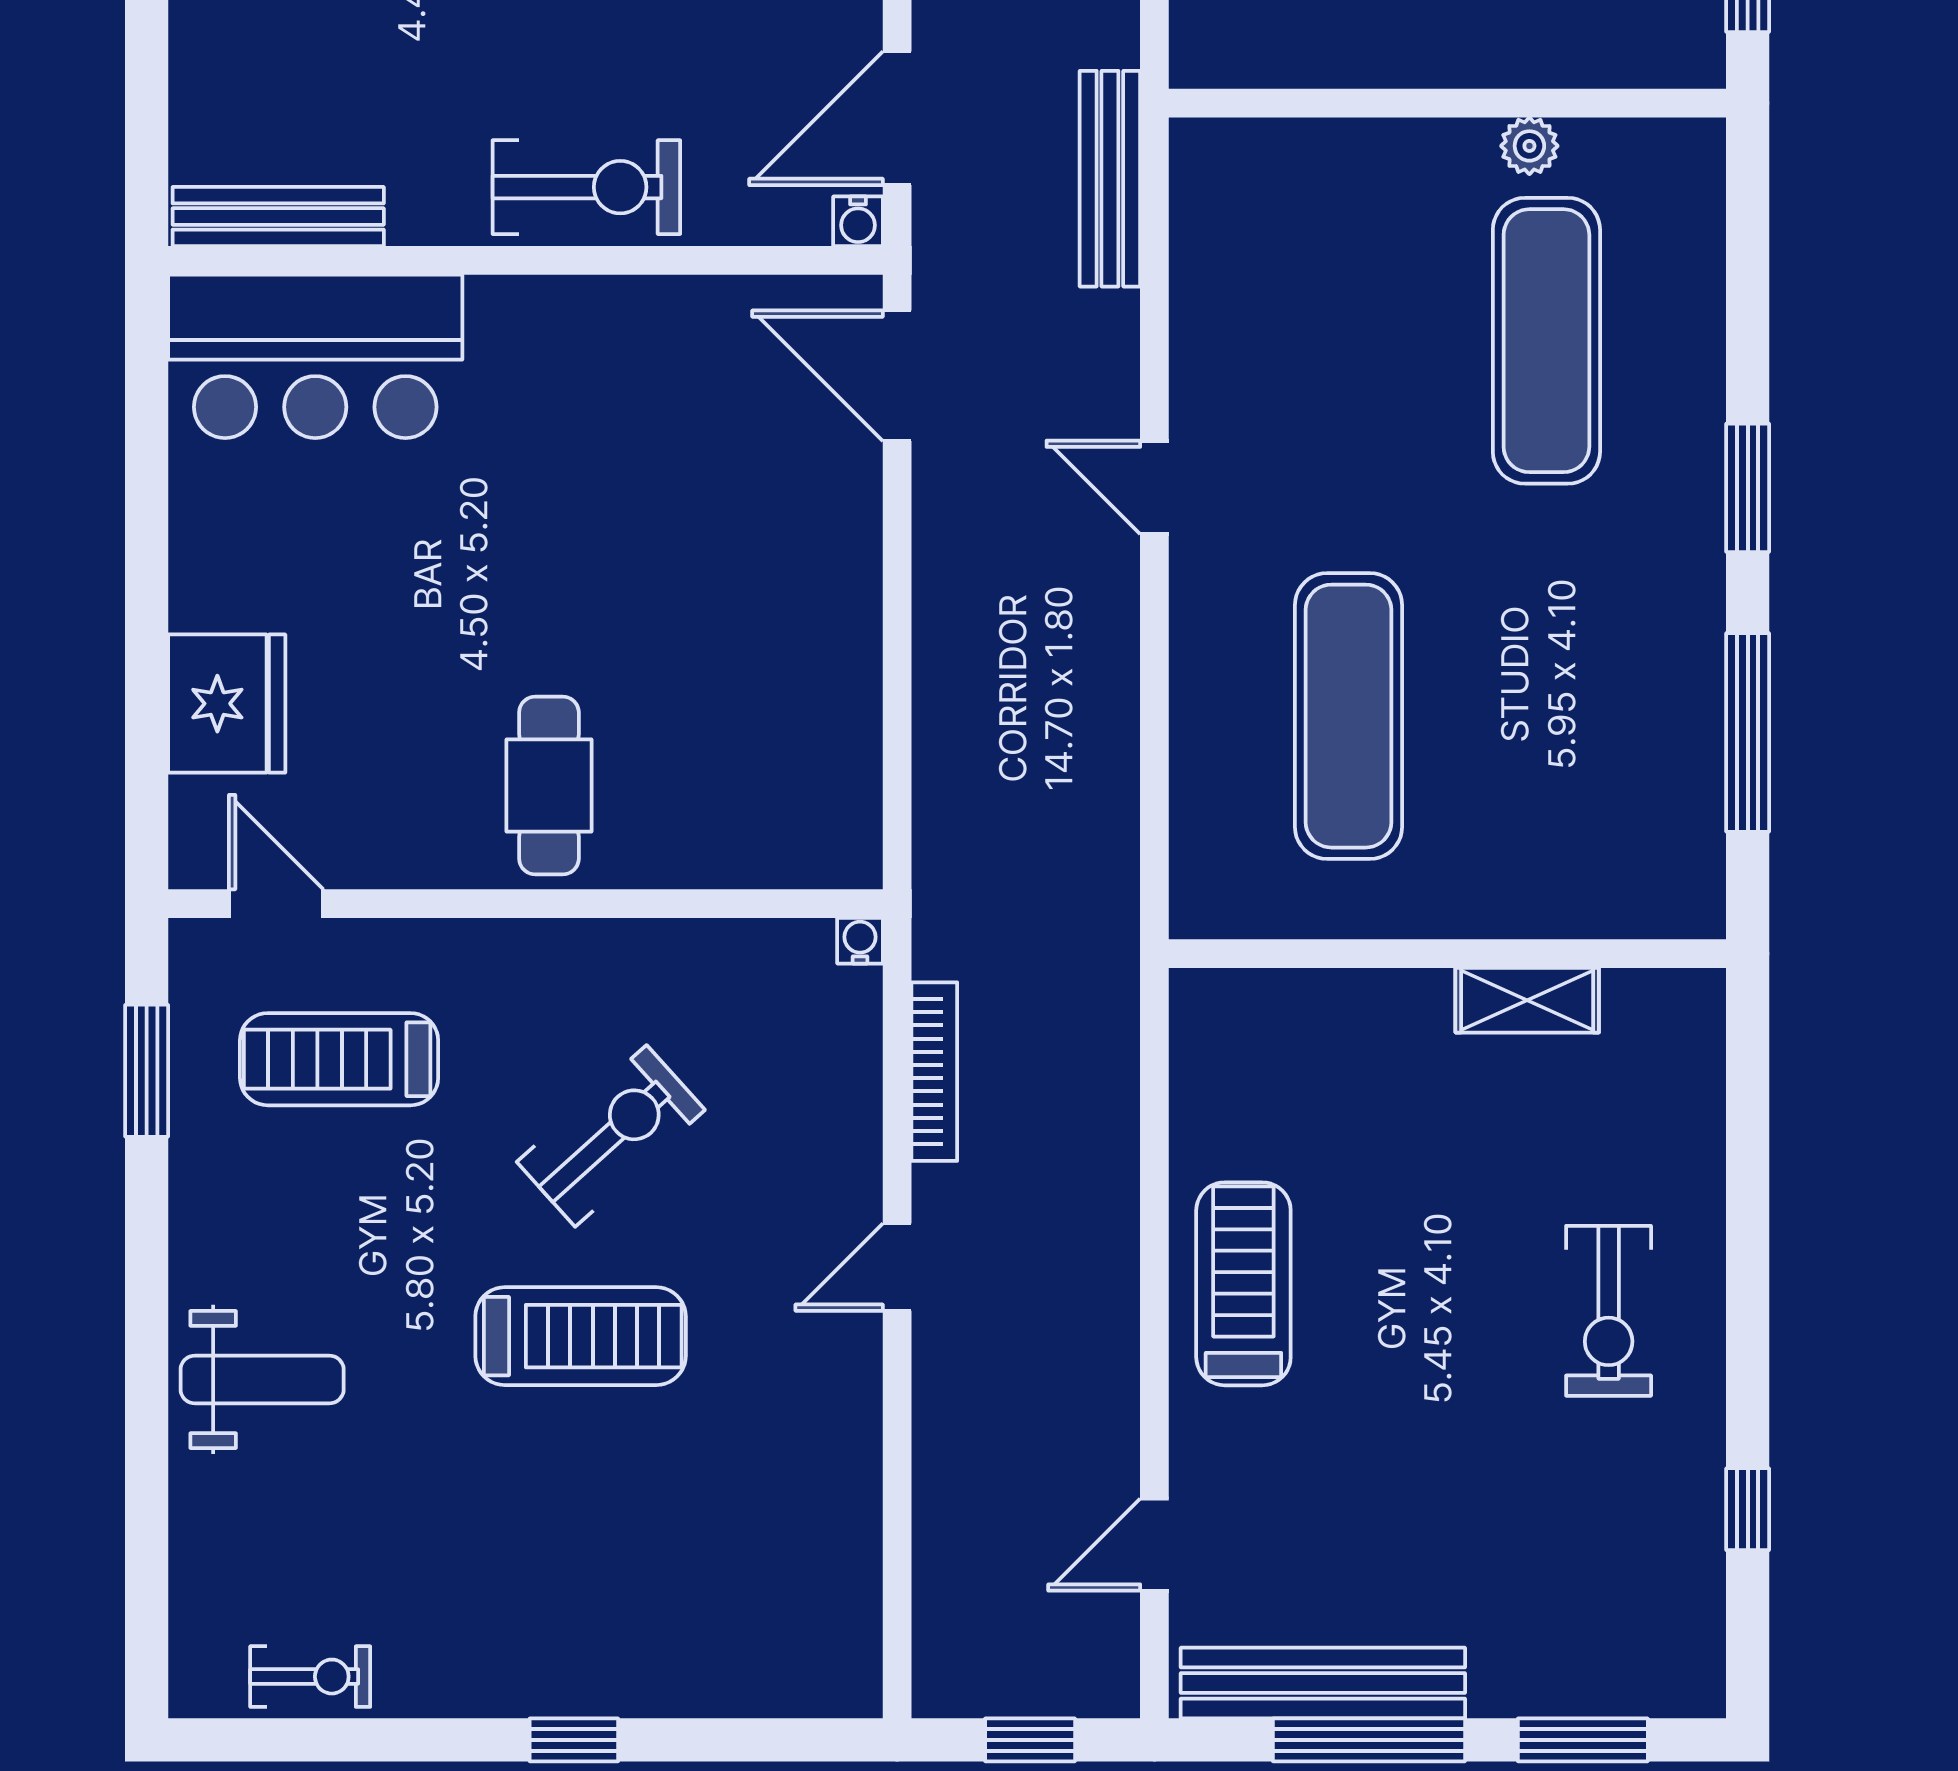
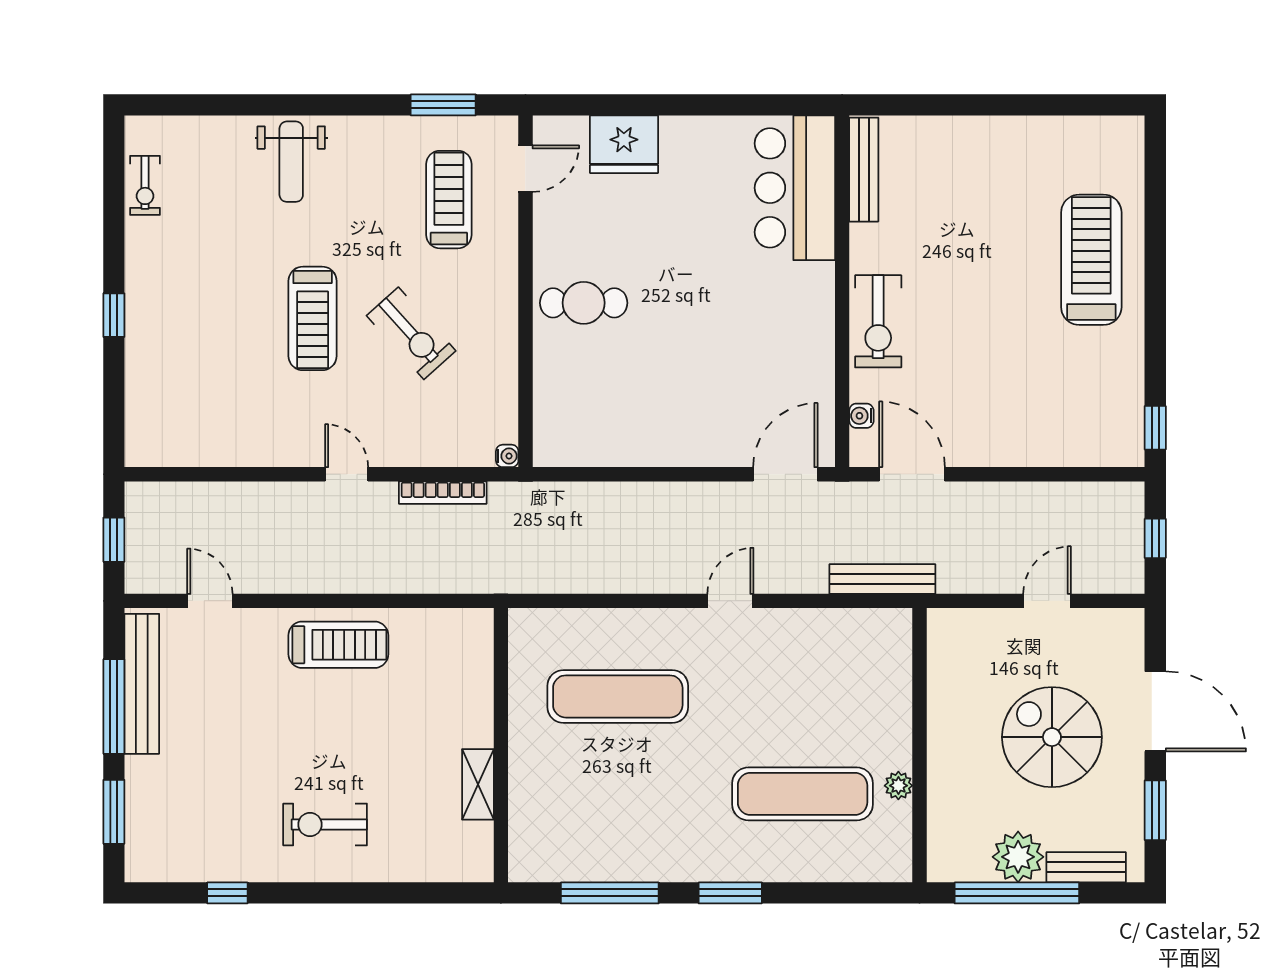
water cooler: (858, 221) -> (861, 416), moved

